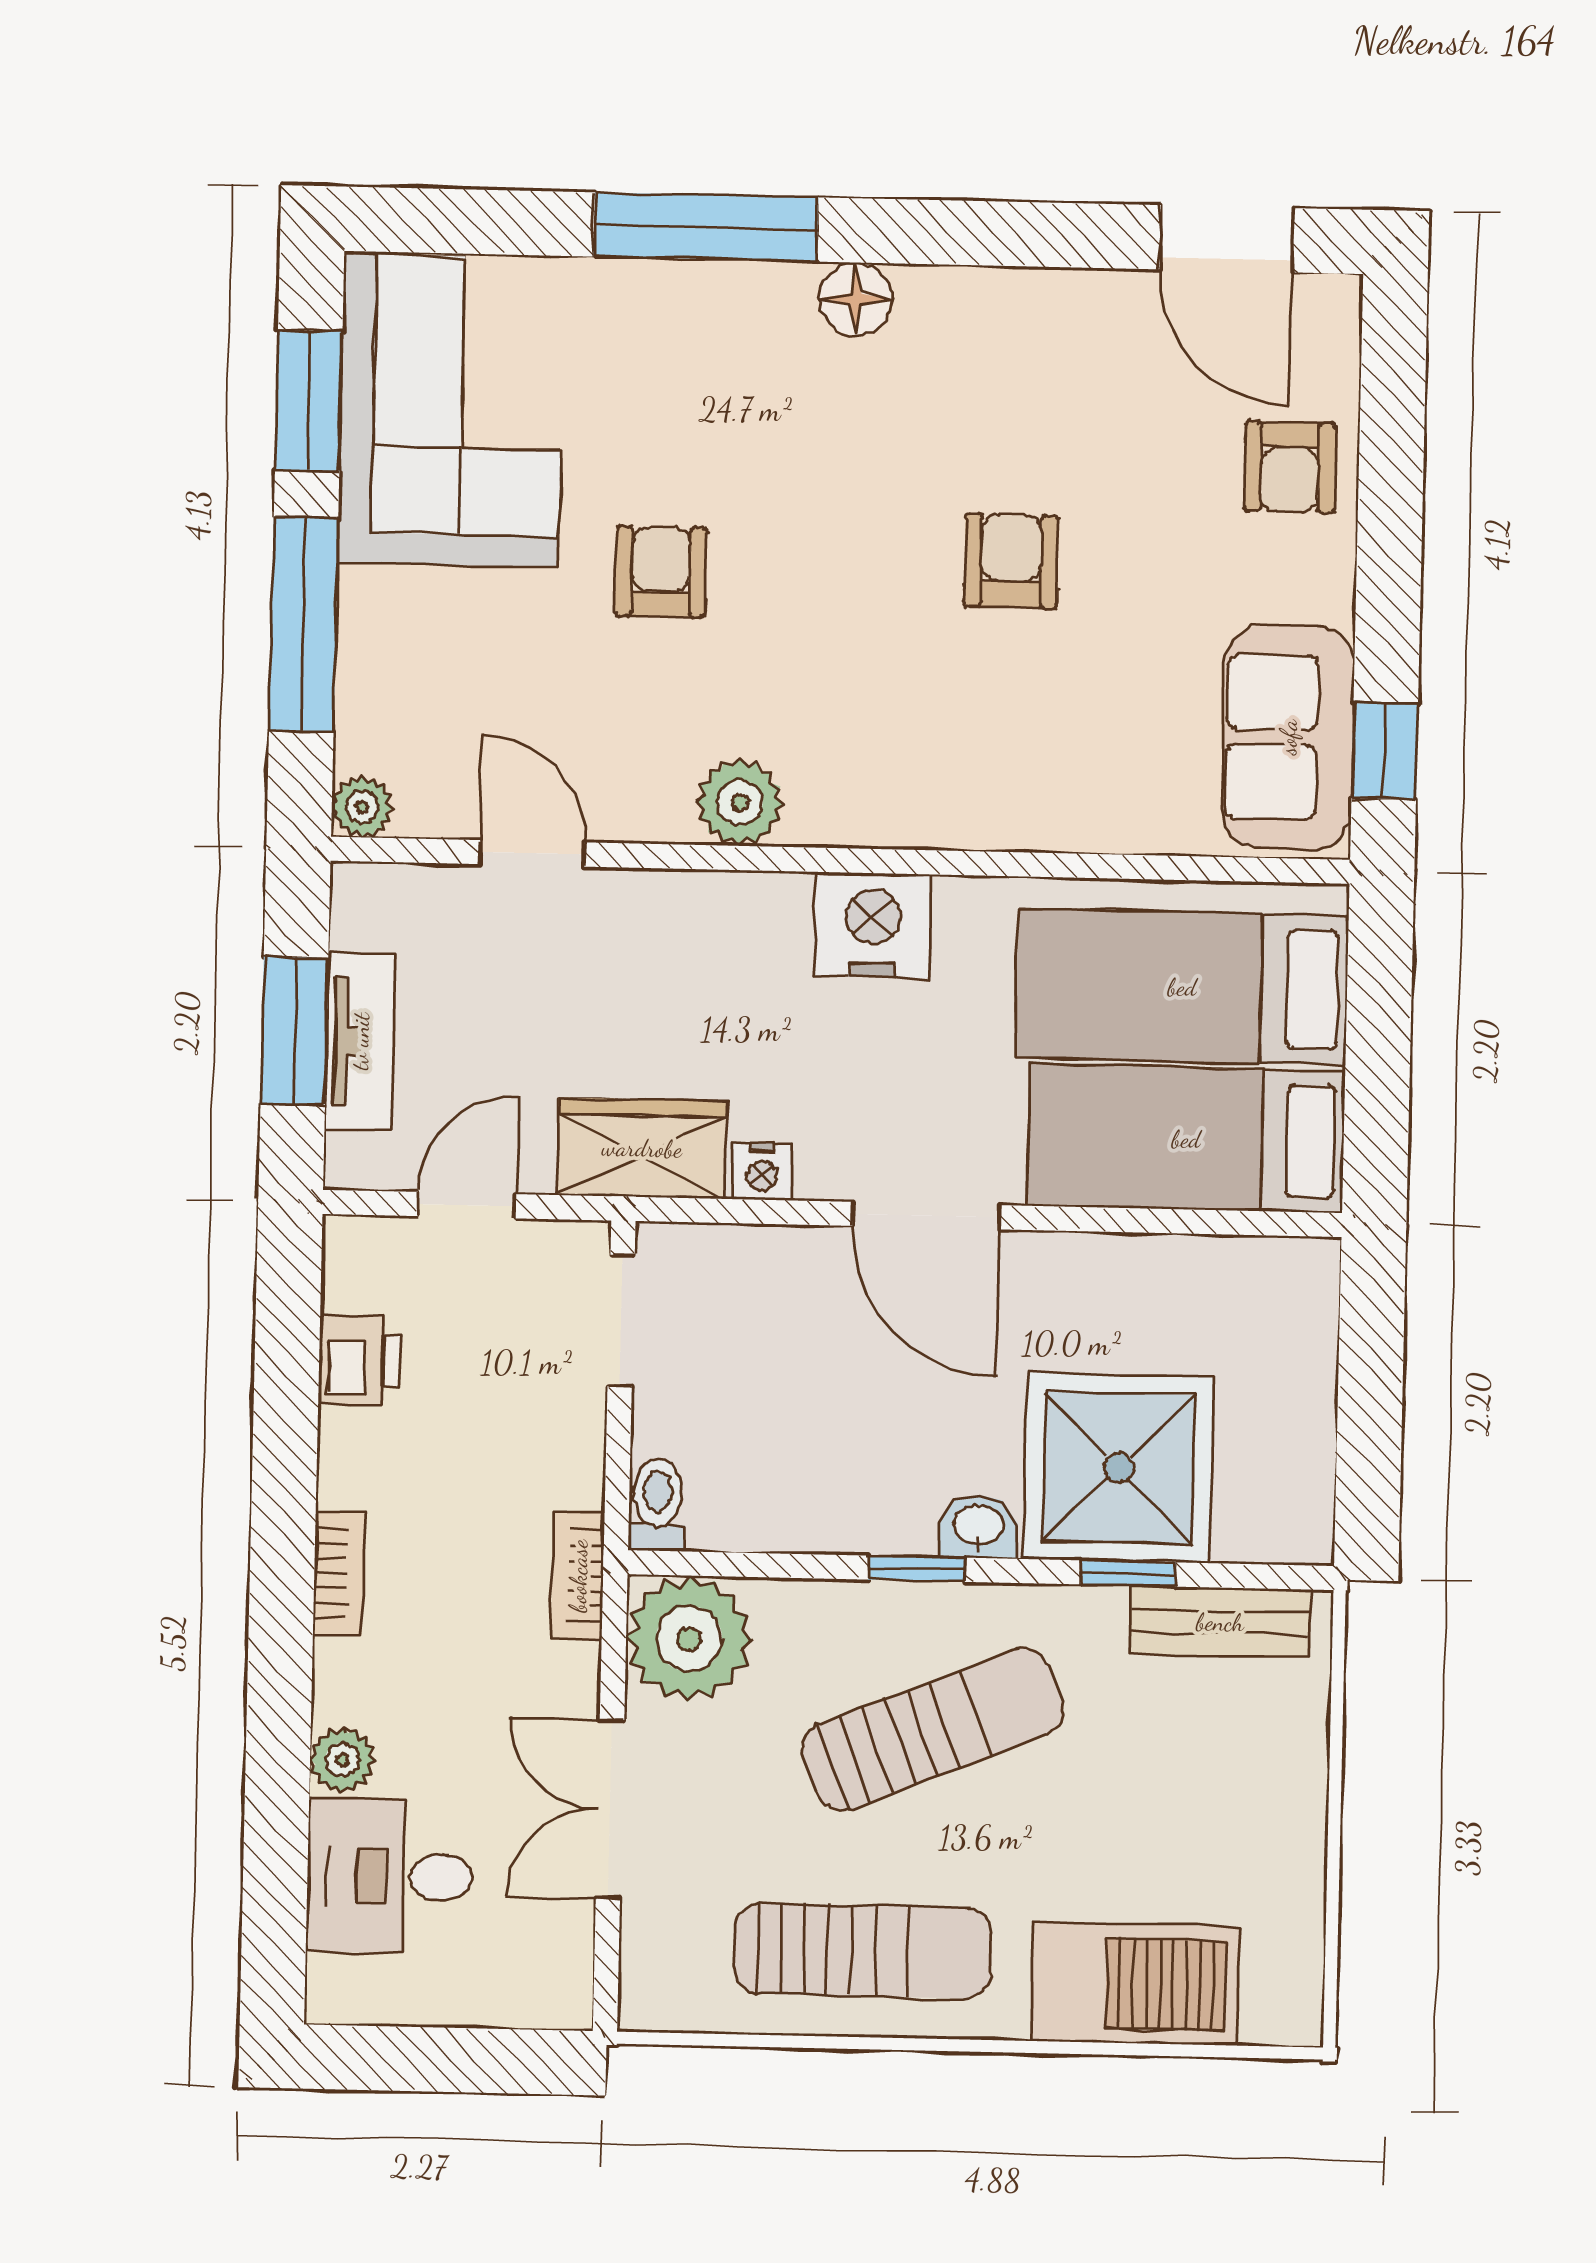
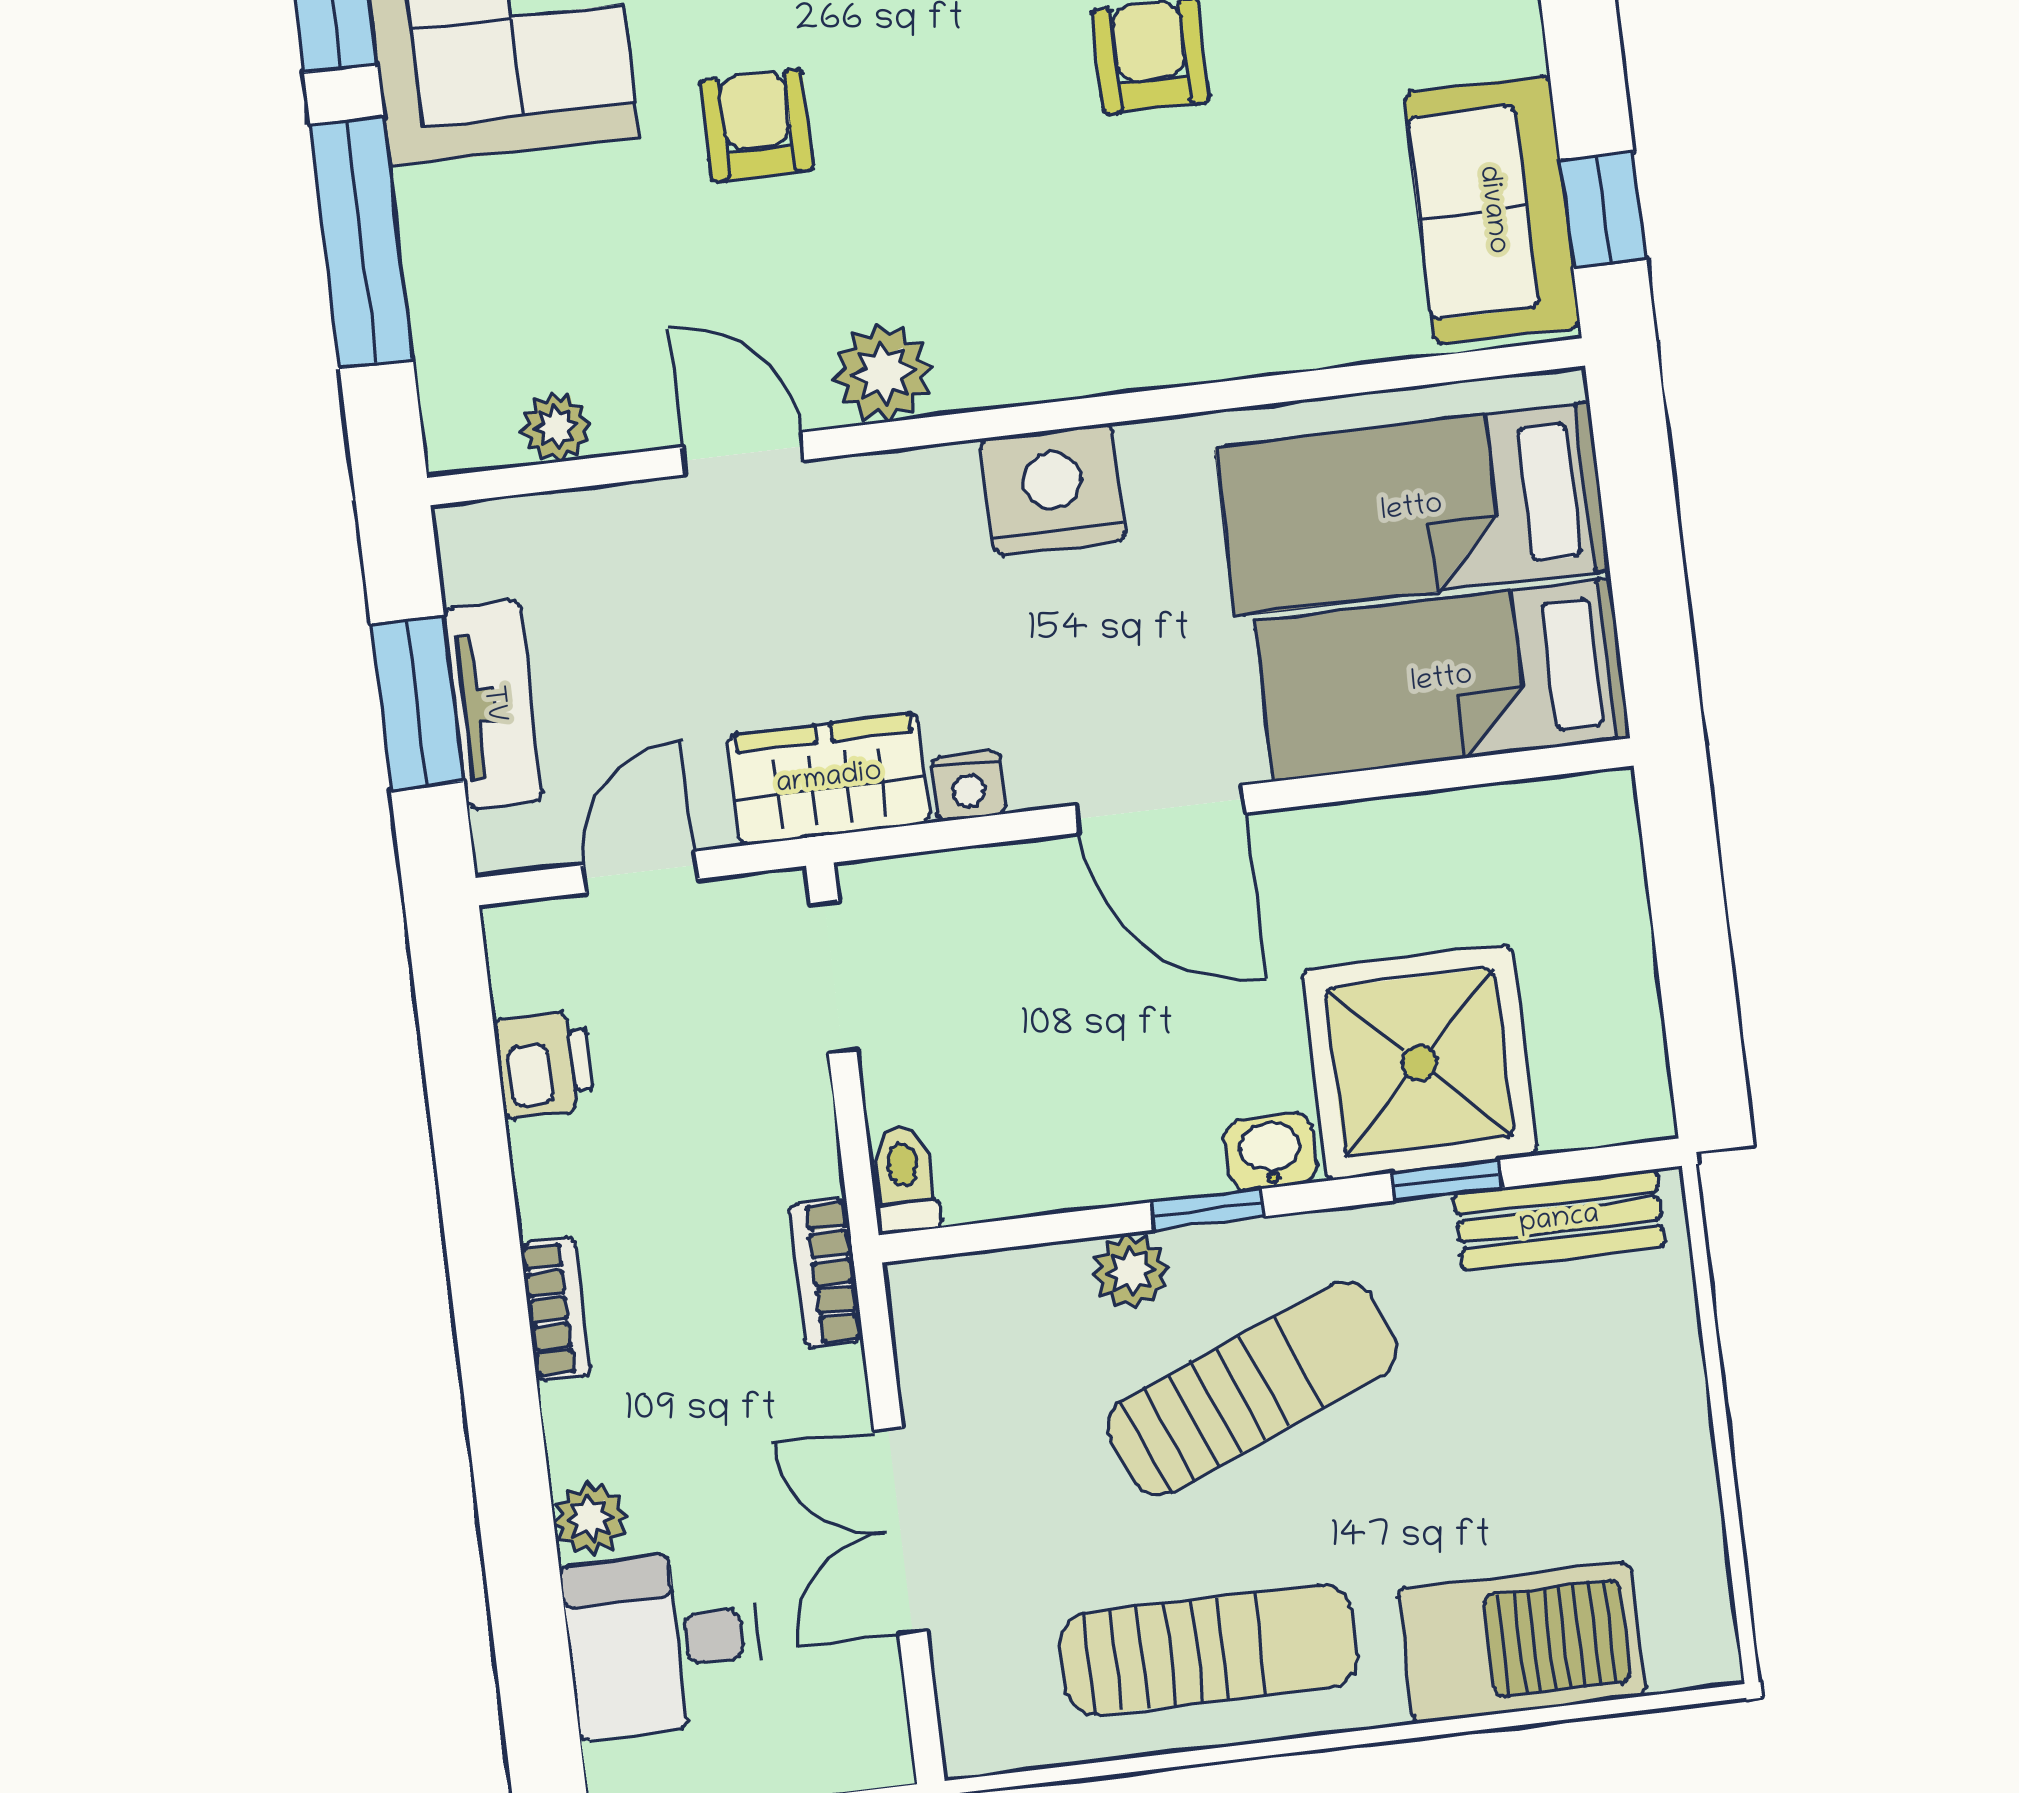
plant: (362, 807) -> (556, 427), moved
door: (532, 853) -> (743, 454), moved
plant: (689, 1639) -> (1131, 1271), moved, width x0.53, depth x0.53

